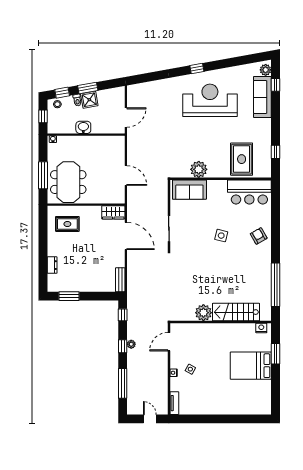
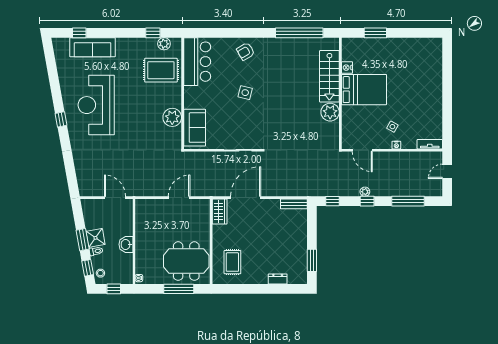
plant: (266, 70) -> (164, 44), moved
nightstand: (261, 328) -> (347, 68), moved
bed: (251, 366) -> (364, 90), moved, turned -90

